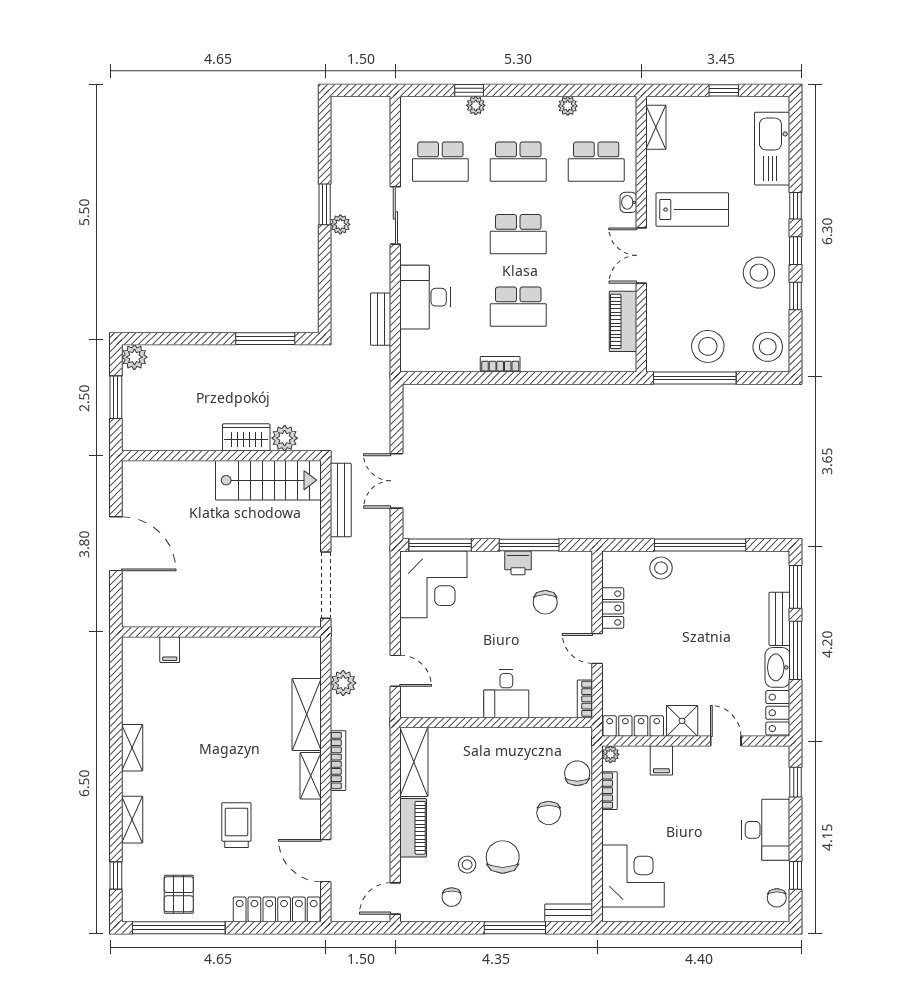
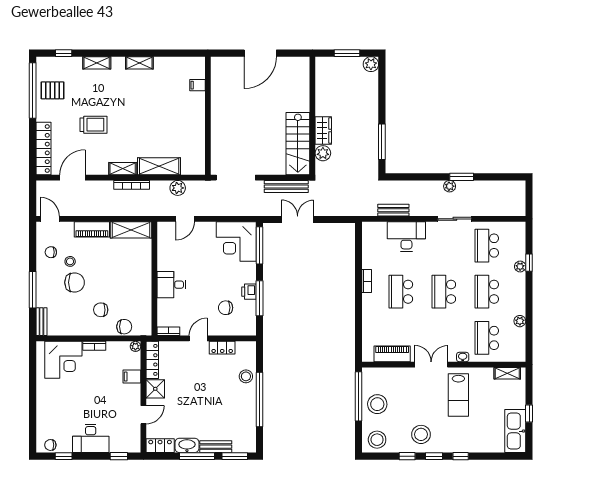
kitchen sink: (772, 149) -> (515, 431), moved, turned -90
bookcase: (609, 791) -> (94, 346), moved

